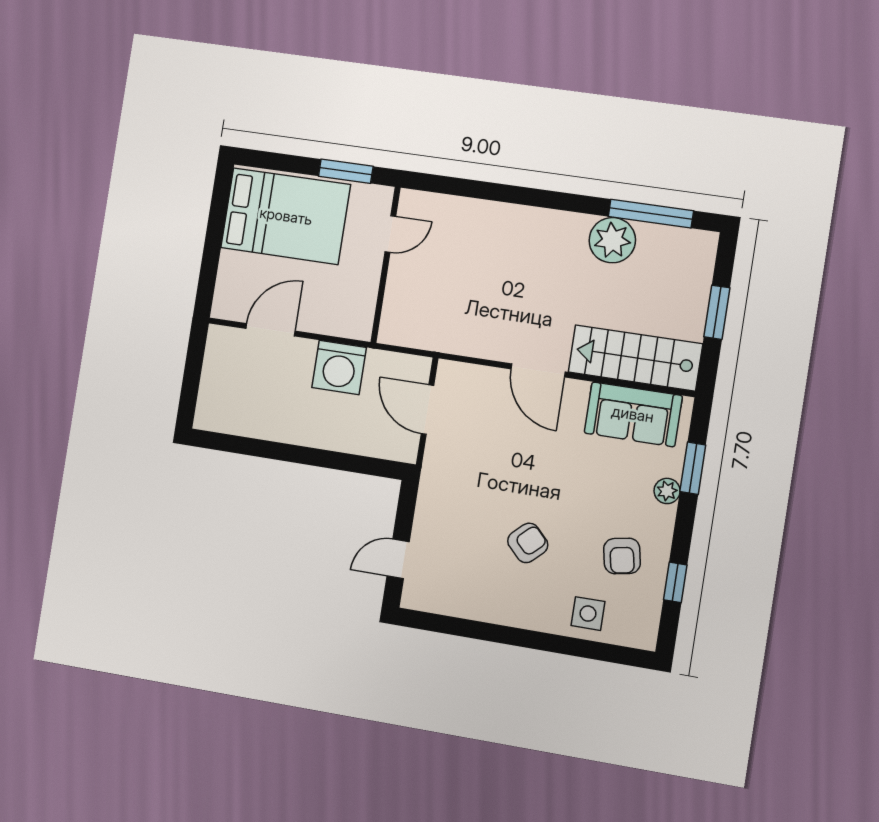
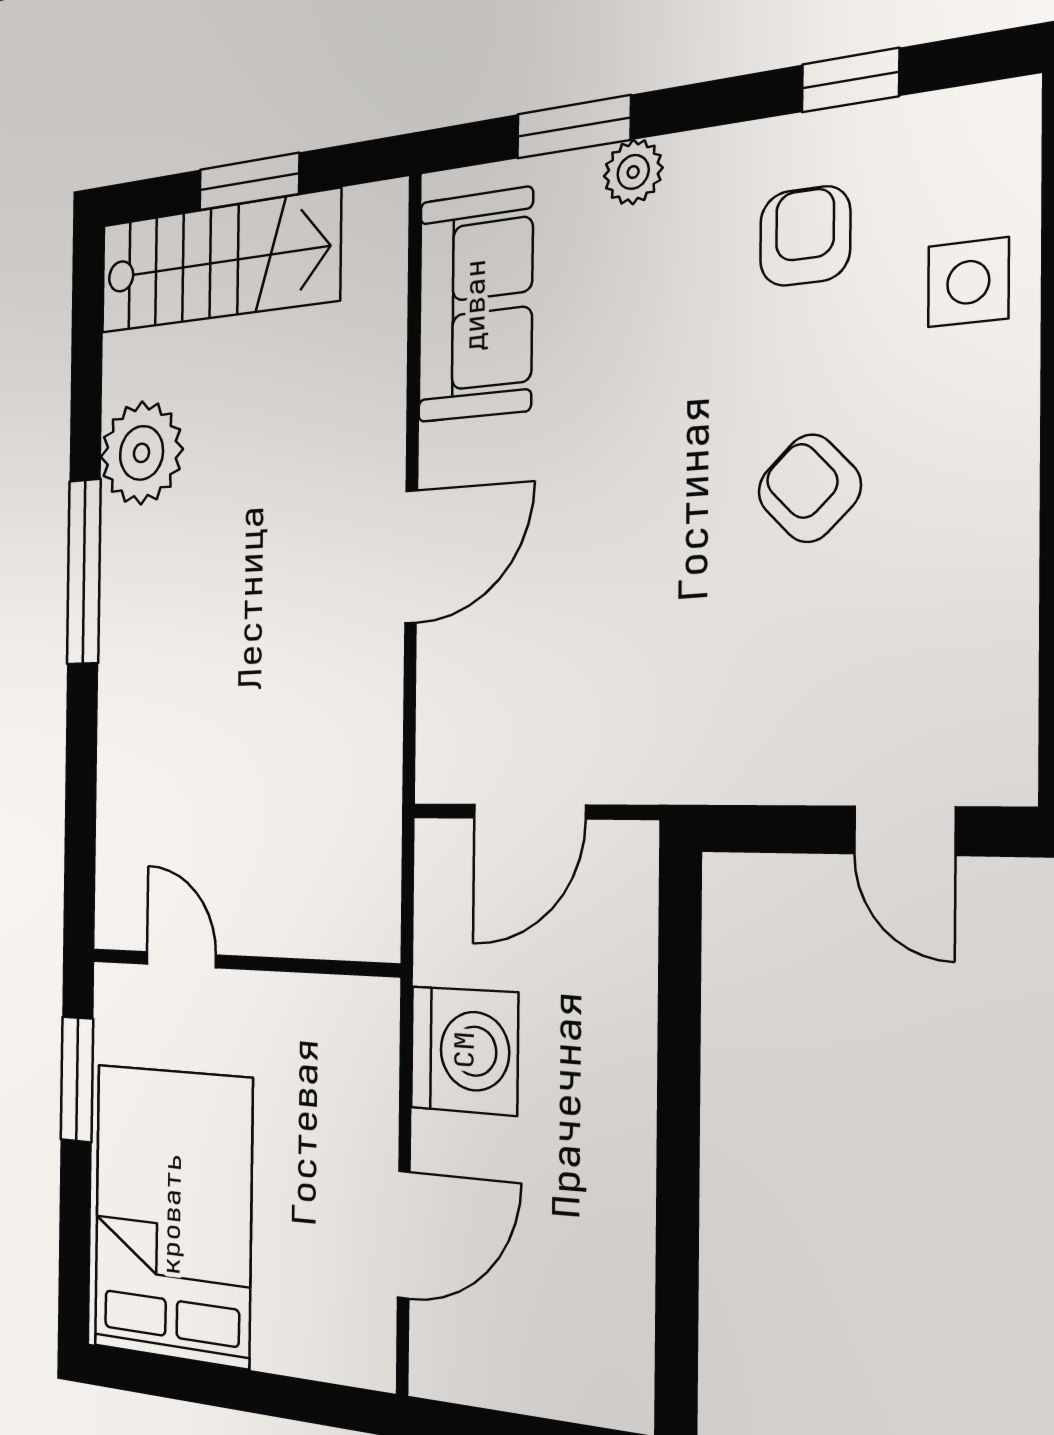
window: (651, 214) -> (84, 572), moved
door: (270, 330) -> (404, 1235), swing flipped
stairs: (635, 358) -> (218, 262), moved, turned -90
armchair: (622, 556) -> (805, 236), turned -79

